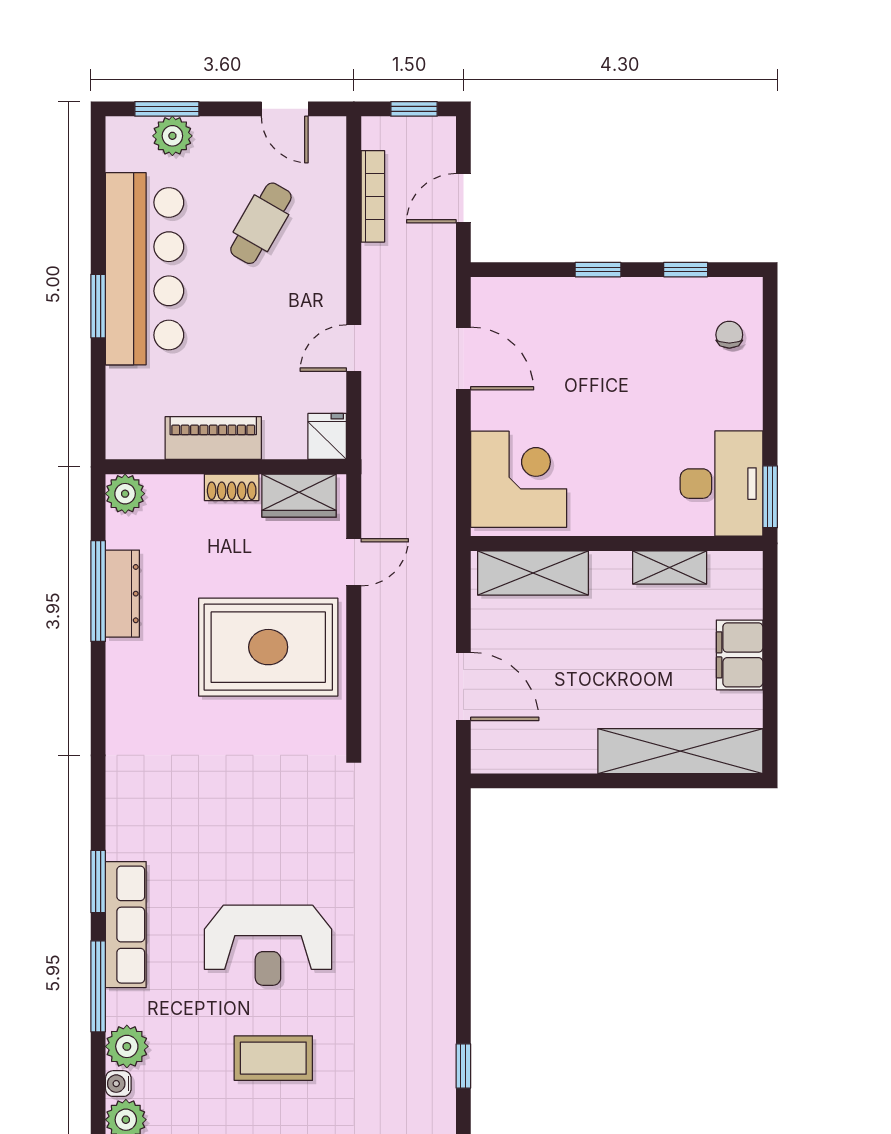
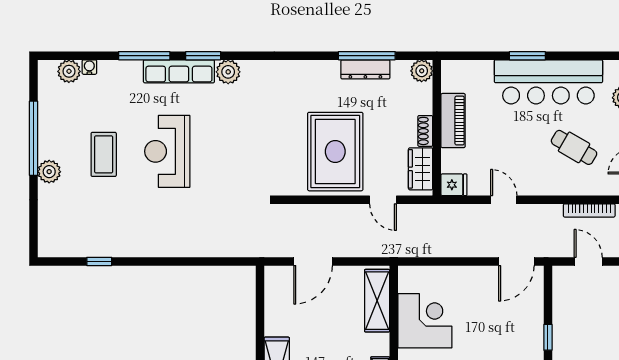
door: (463, 359) -> (516, 261), moved
corner desk: (519, 479) -> (425, 321), moved, turned -90
plant: (127, 1046) -> (228, 72), moved

